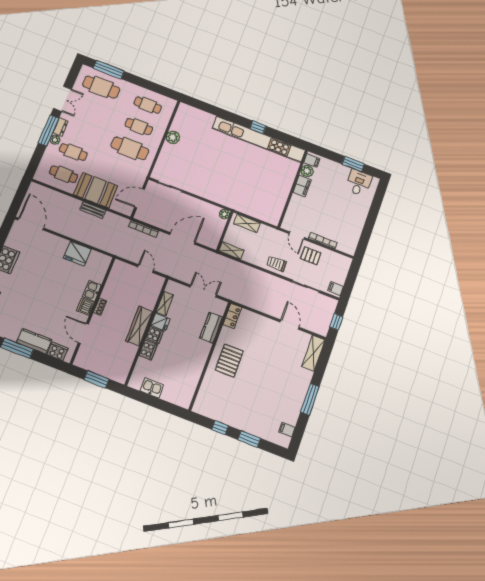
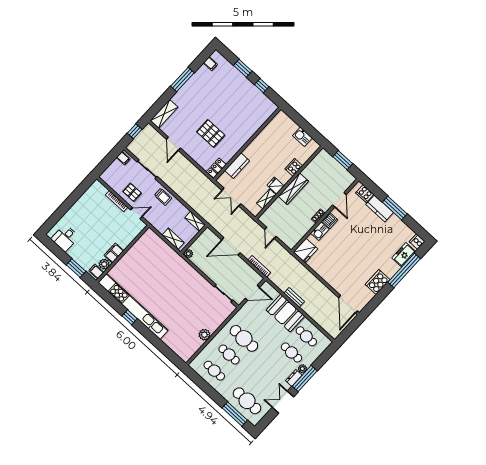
window: (353, 164) -> (76, 268), moved
door: (297, 236) -> (136, 213), hinge flipped
fridge: (77, 254) -> (305, 251), moved, turned 90
cooker: (154, 335) -> (284, 177), removed
pallet: (229, 361) -> (211, 133), moved, turned 90

